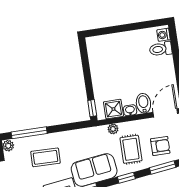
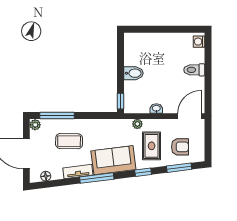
toilet: (161, 49) -> (194, 70), moved
bidet: (143, 103) -> (134, 73), moved, turned 90
shower: (113, 109) -> (141, 105), removed

